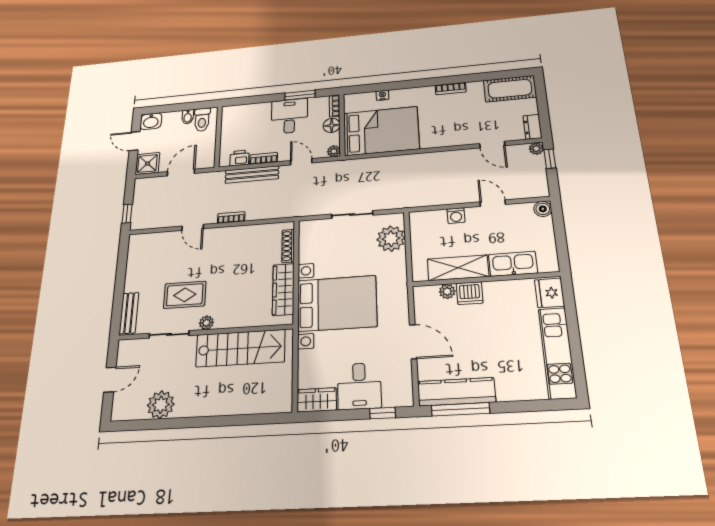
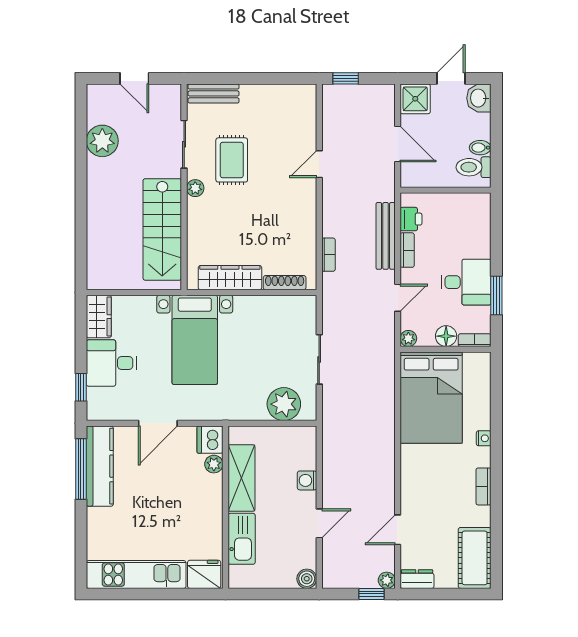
nightstand: (382, 95) -> (484, 438), moved
bookcase: (231, 217) -> (328, 255), moved
dishwasher: (470, 293) -> (210, 440), moved
bed with nightstands: (337, 303) -> (195, 340), width x0.73

